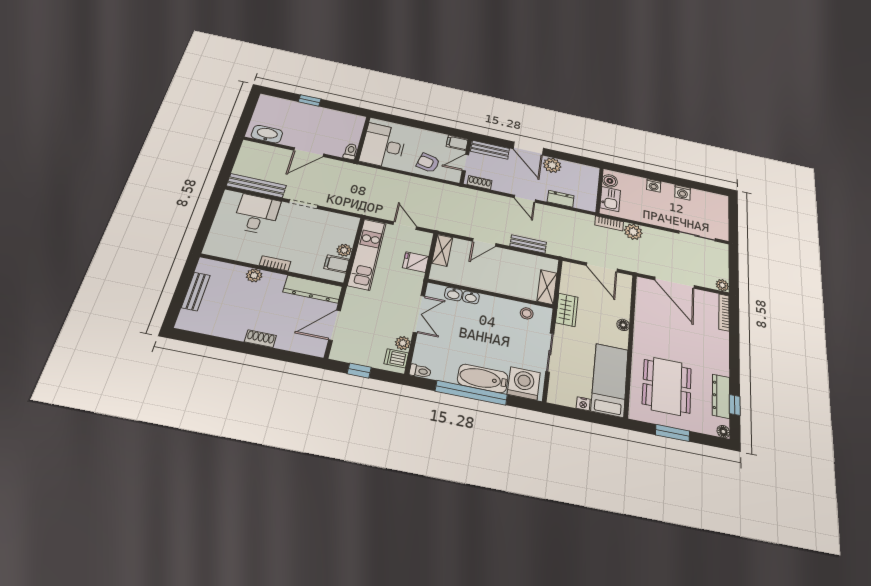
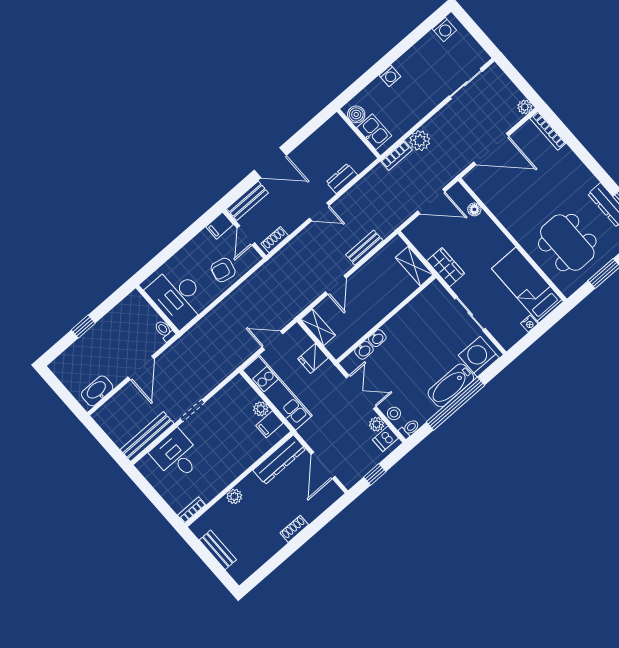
plant: (552, 165) -> (303, 155), removed
washing machine: (683, 192) -> (444, 29), moved
bookcase: (275, 263) -> (192, 510), moved
stool: (527, 313) -> (394, 413), moved
floor lamp: (623, 325) -> (474, 209), moved

